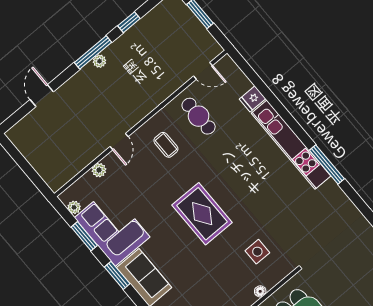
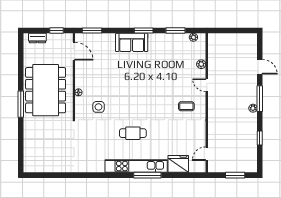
window: (93, 52) -> (260, 99), moved
fridge: (253, 99) -> (178, 164), width x1.88, depth x1.34
cafe table: (199, 116) -> (133, 133), moved
window: (327, 165) -> (147, 175), moved
rug: (202, 214) -> (139, 96), removed
corner sofa: (112, 227) -> (169, 47), removed

